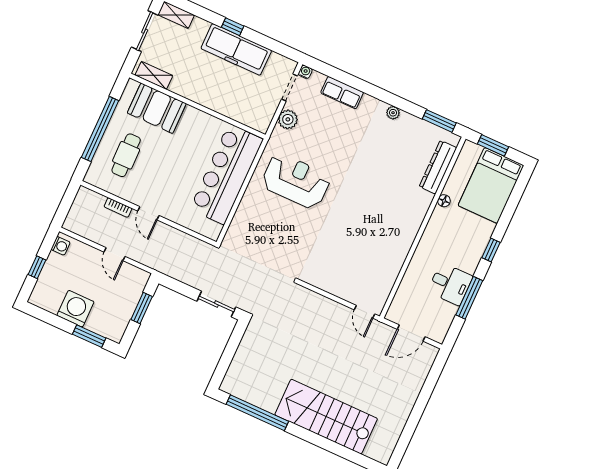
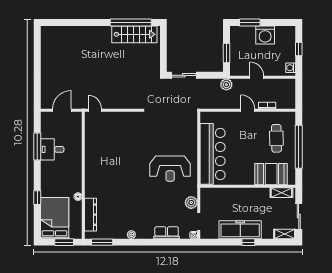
window: (491, 250) -> (37, 198), moved
plant: (162, 264) -> (226, 85), added
stairs: (326, 417) -> (134, 34), moved, width x0.73, depth x0.66

